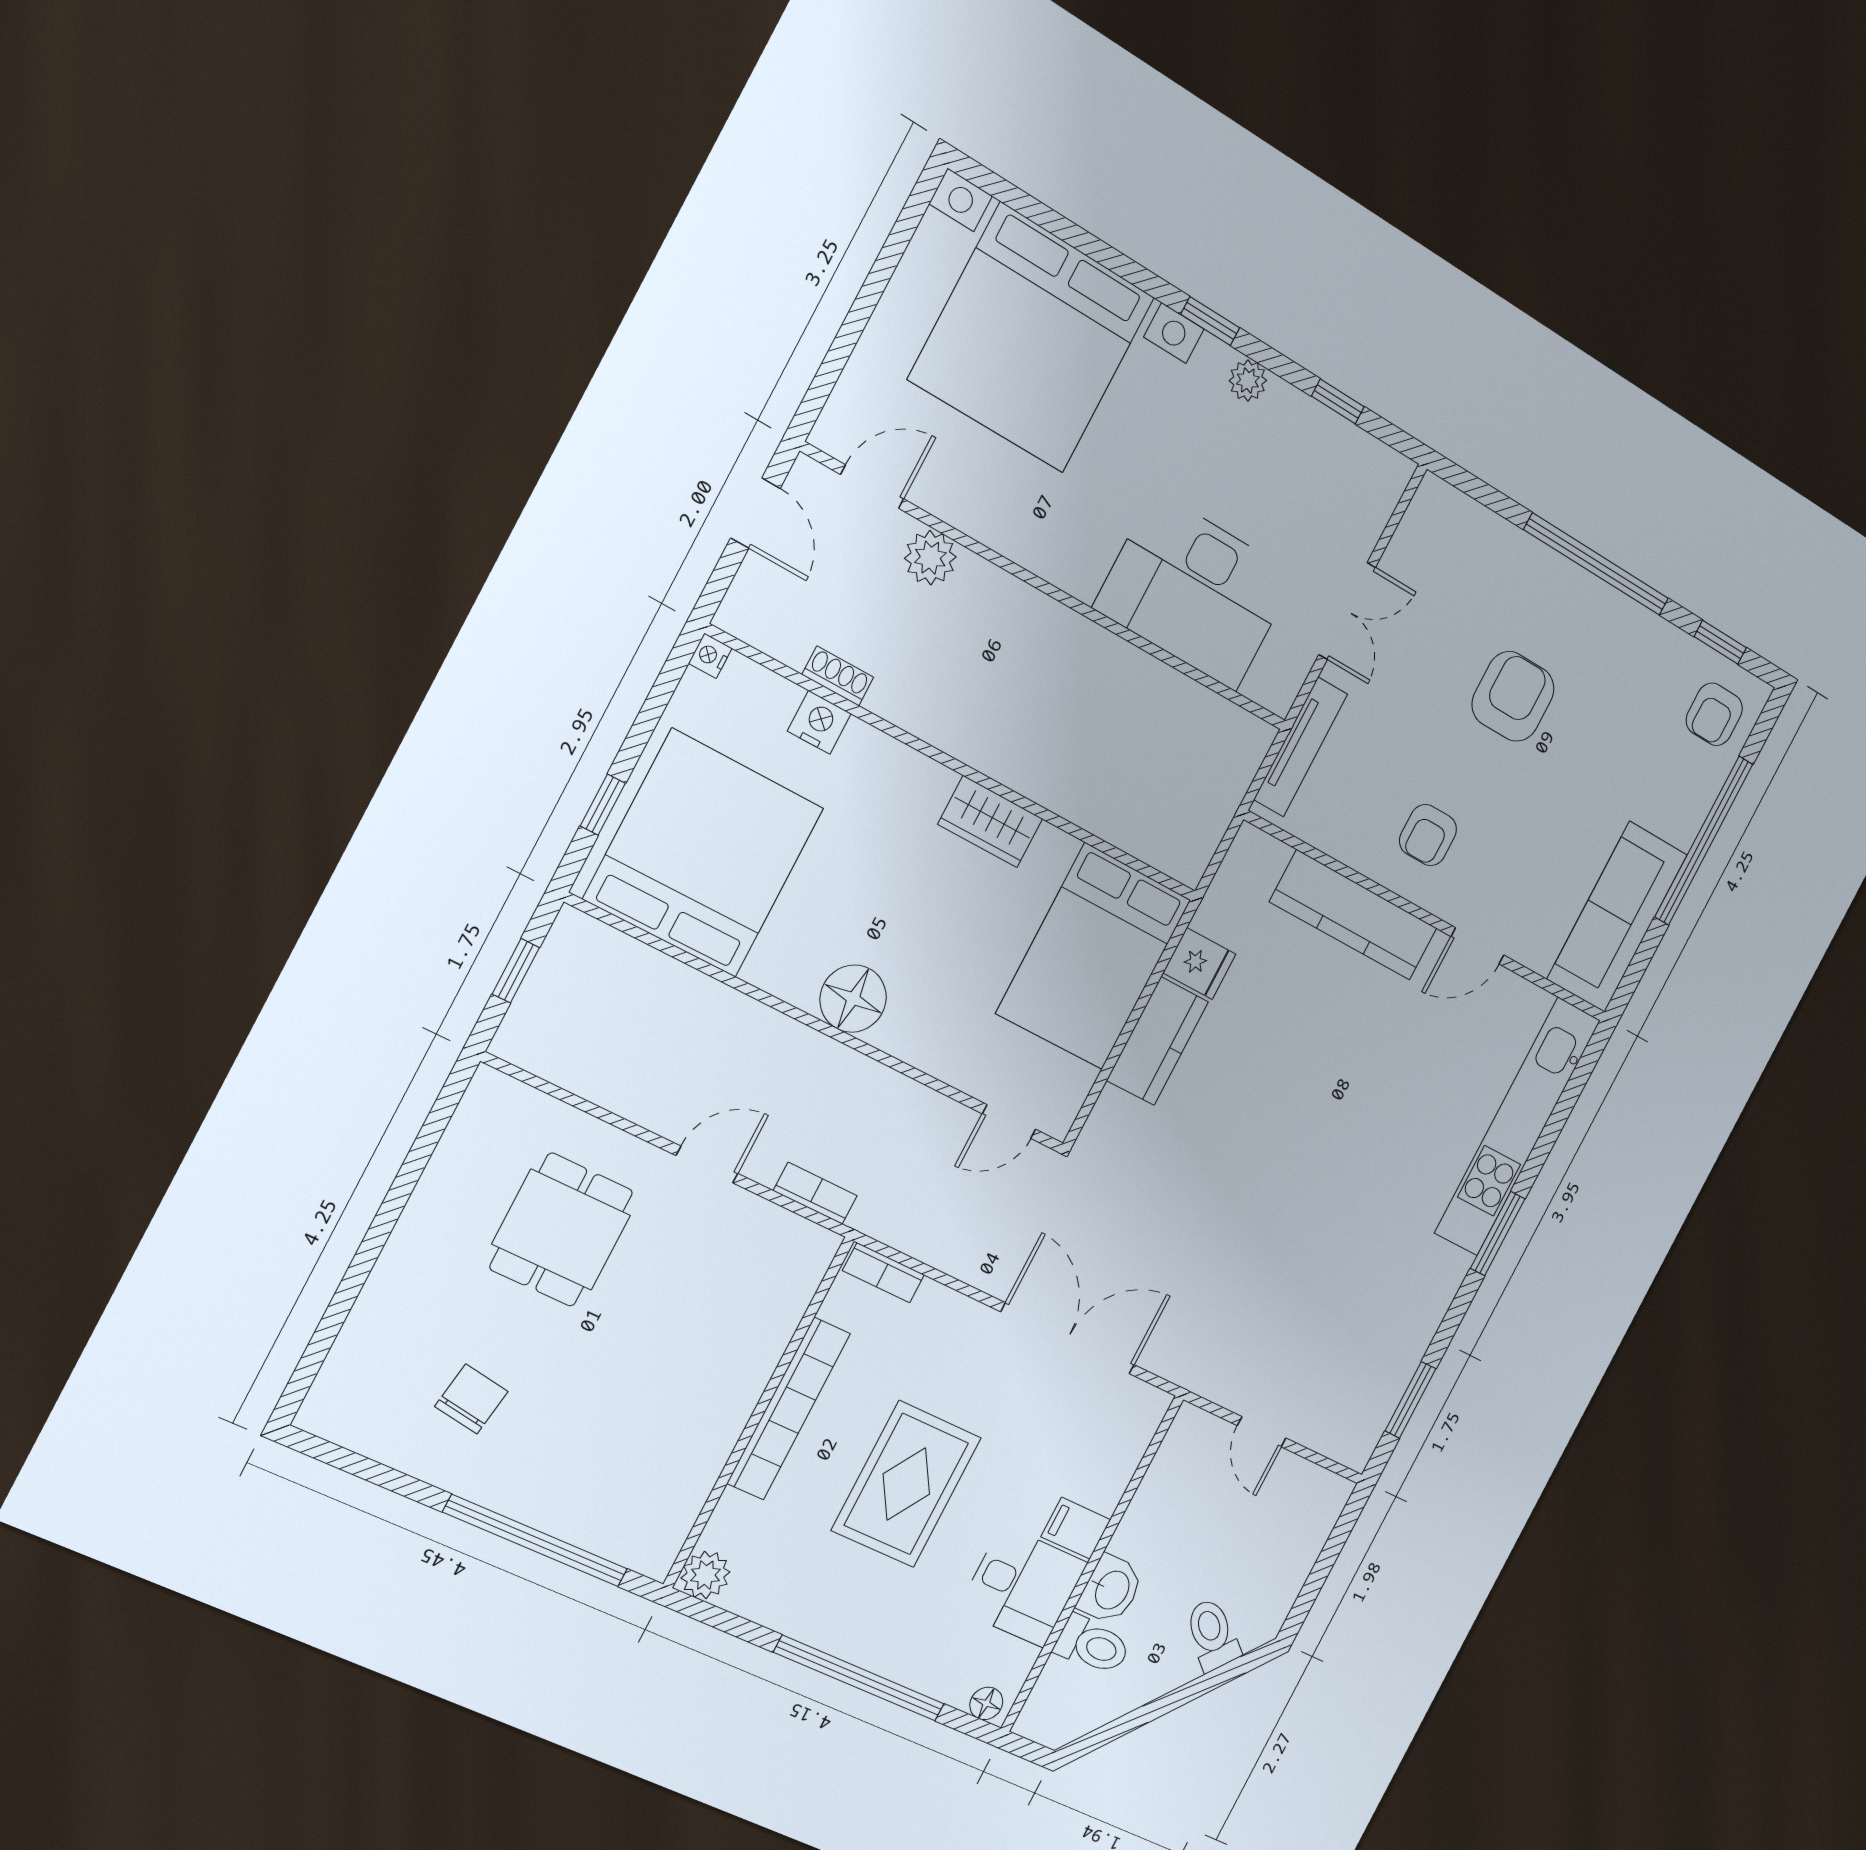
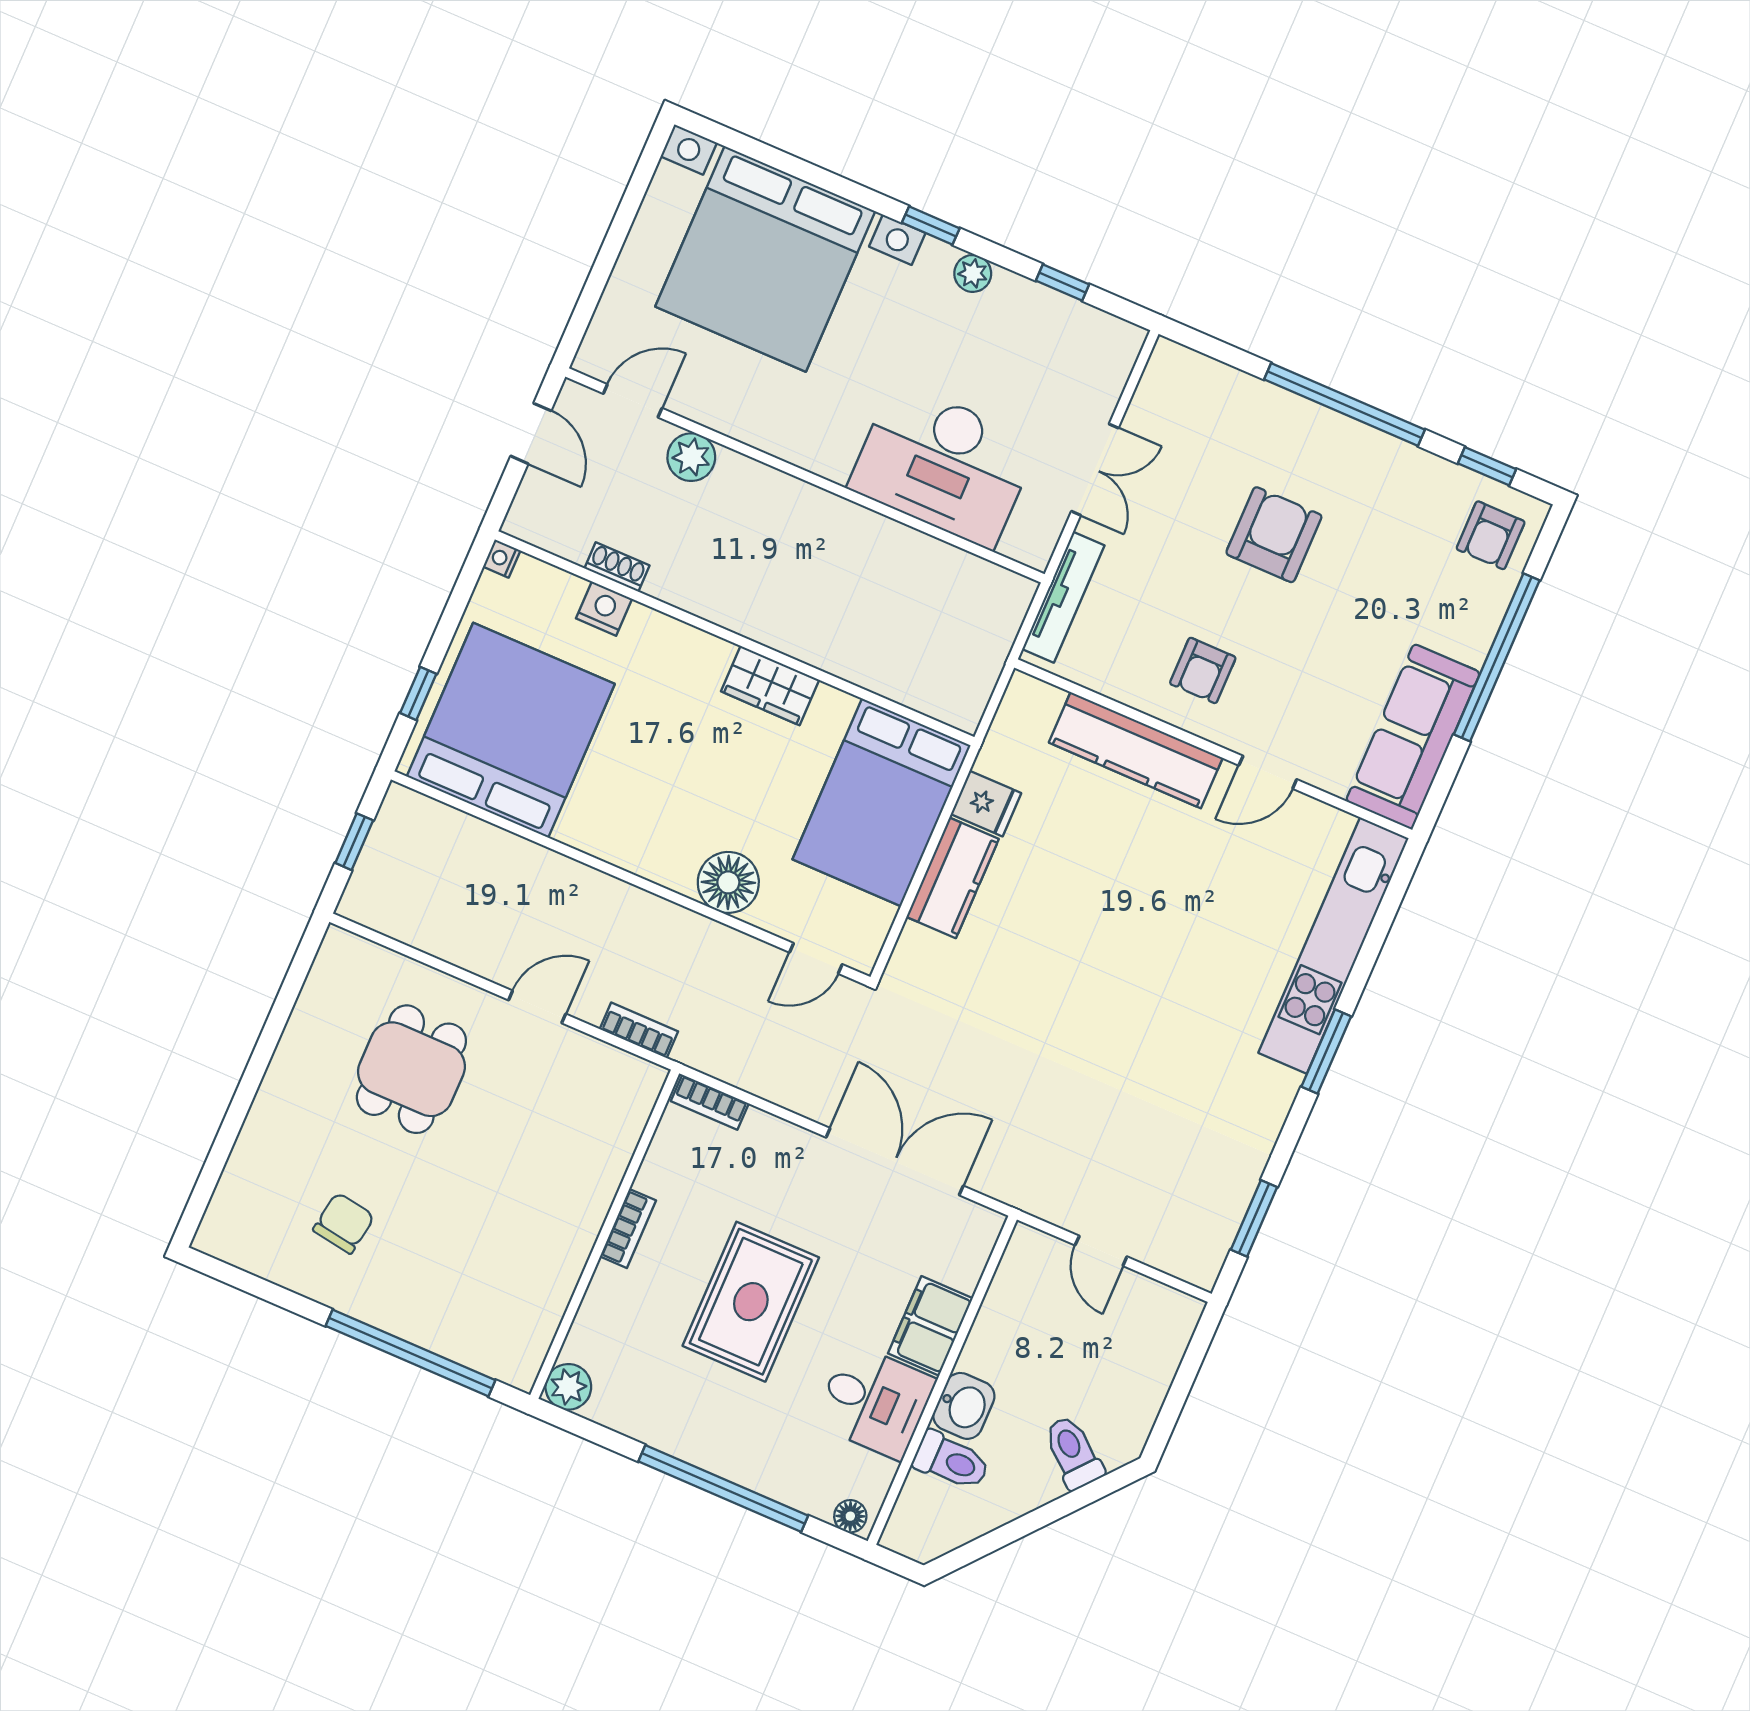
floor lamp: (853, 999) -> (728, 882), moved
bookcase: (789, 1409) -> (628, 1228), width x0.43, depth x0.76
filing cabinet: (1076, 1528) -> (930, 1326), width x2.00

